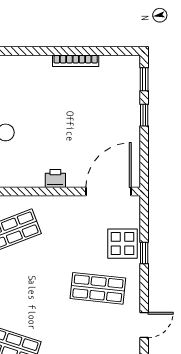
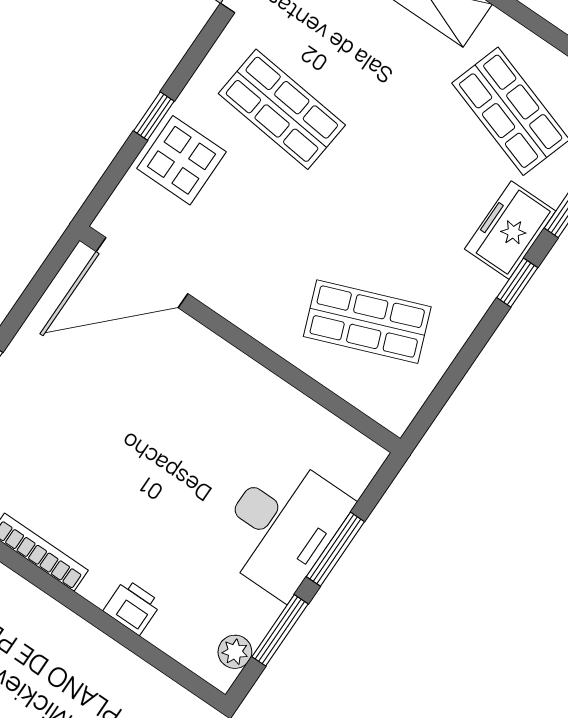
printer: (55, 179) -> (132, 607), moved, turned 180

